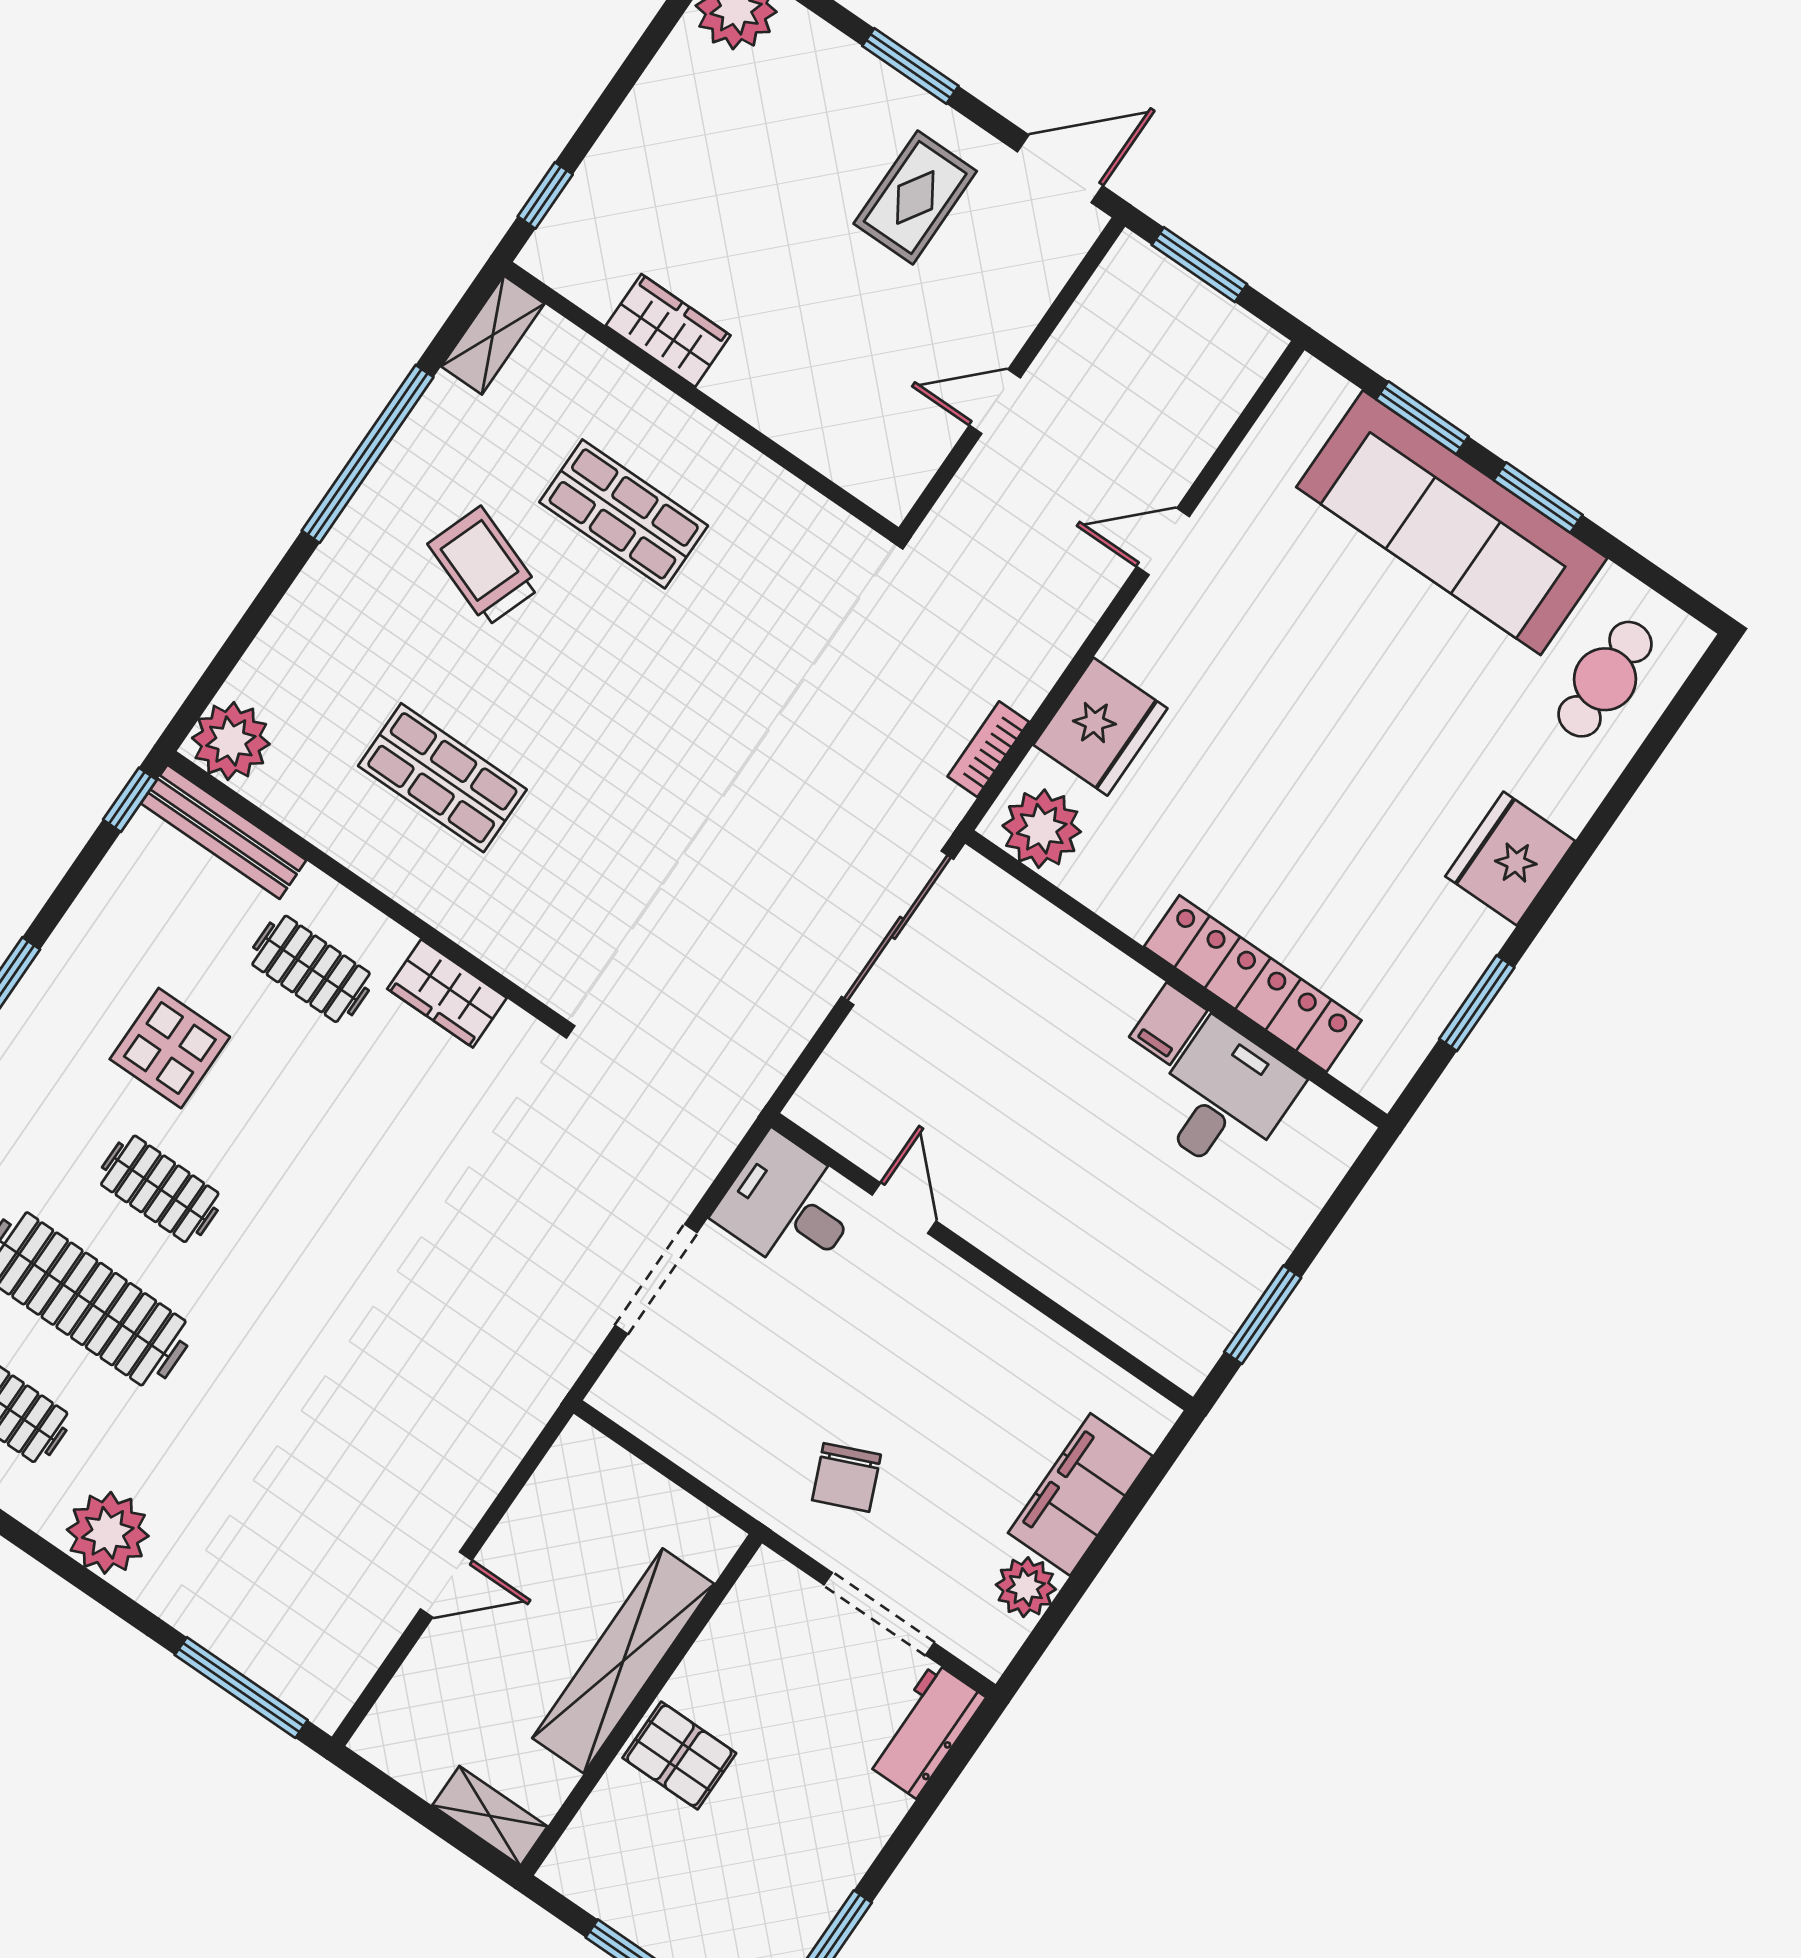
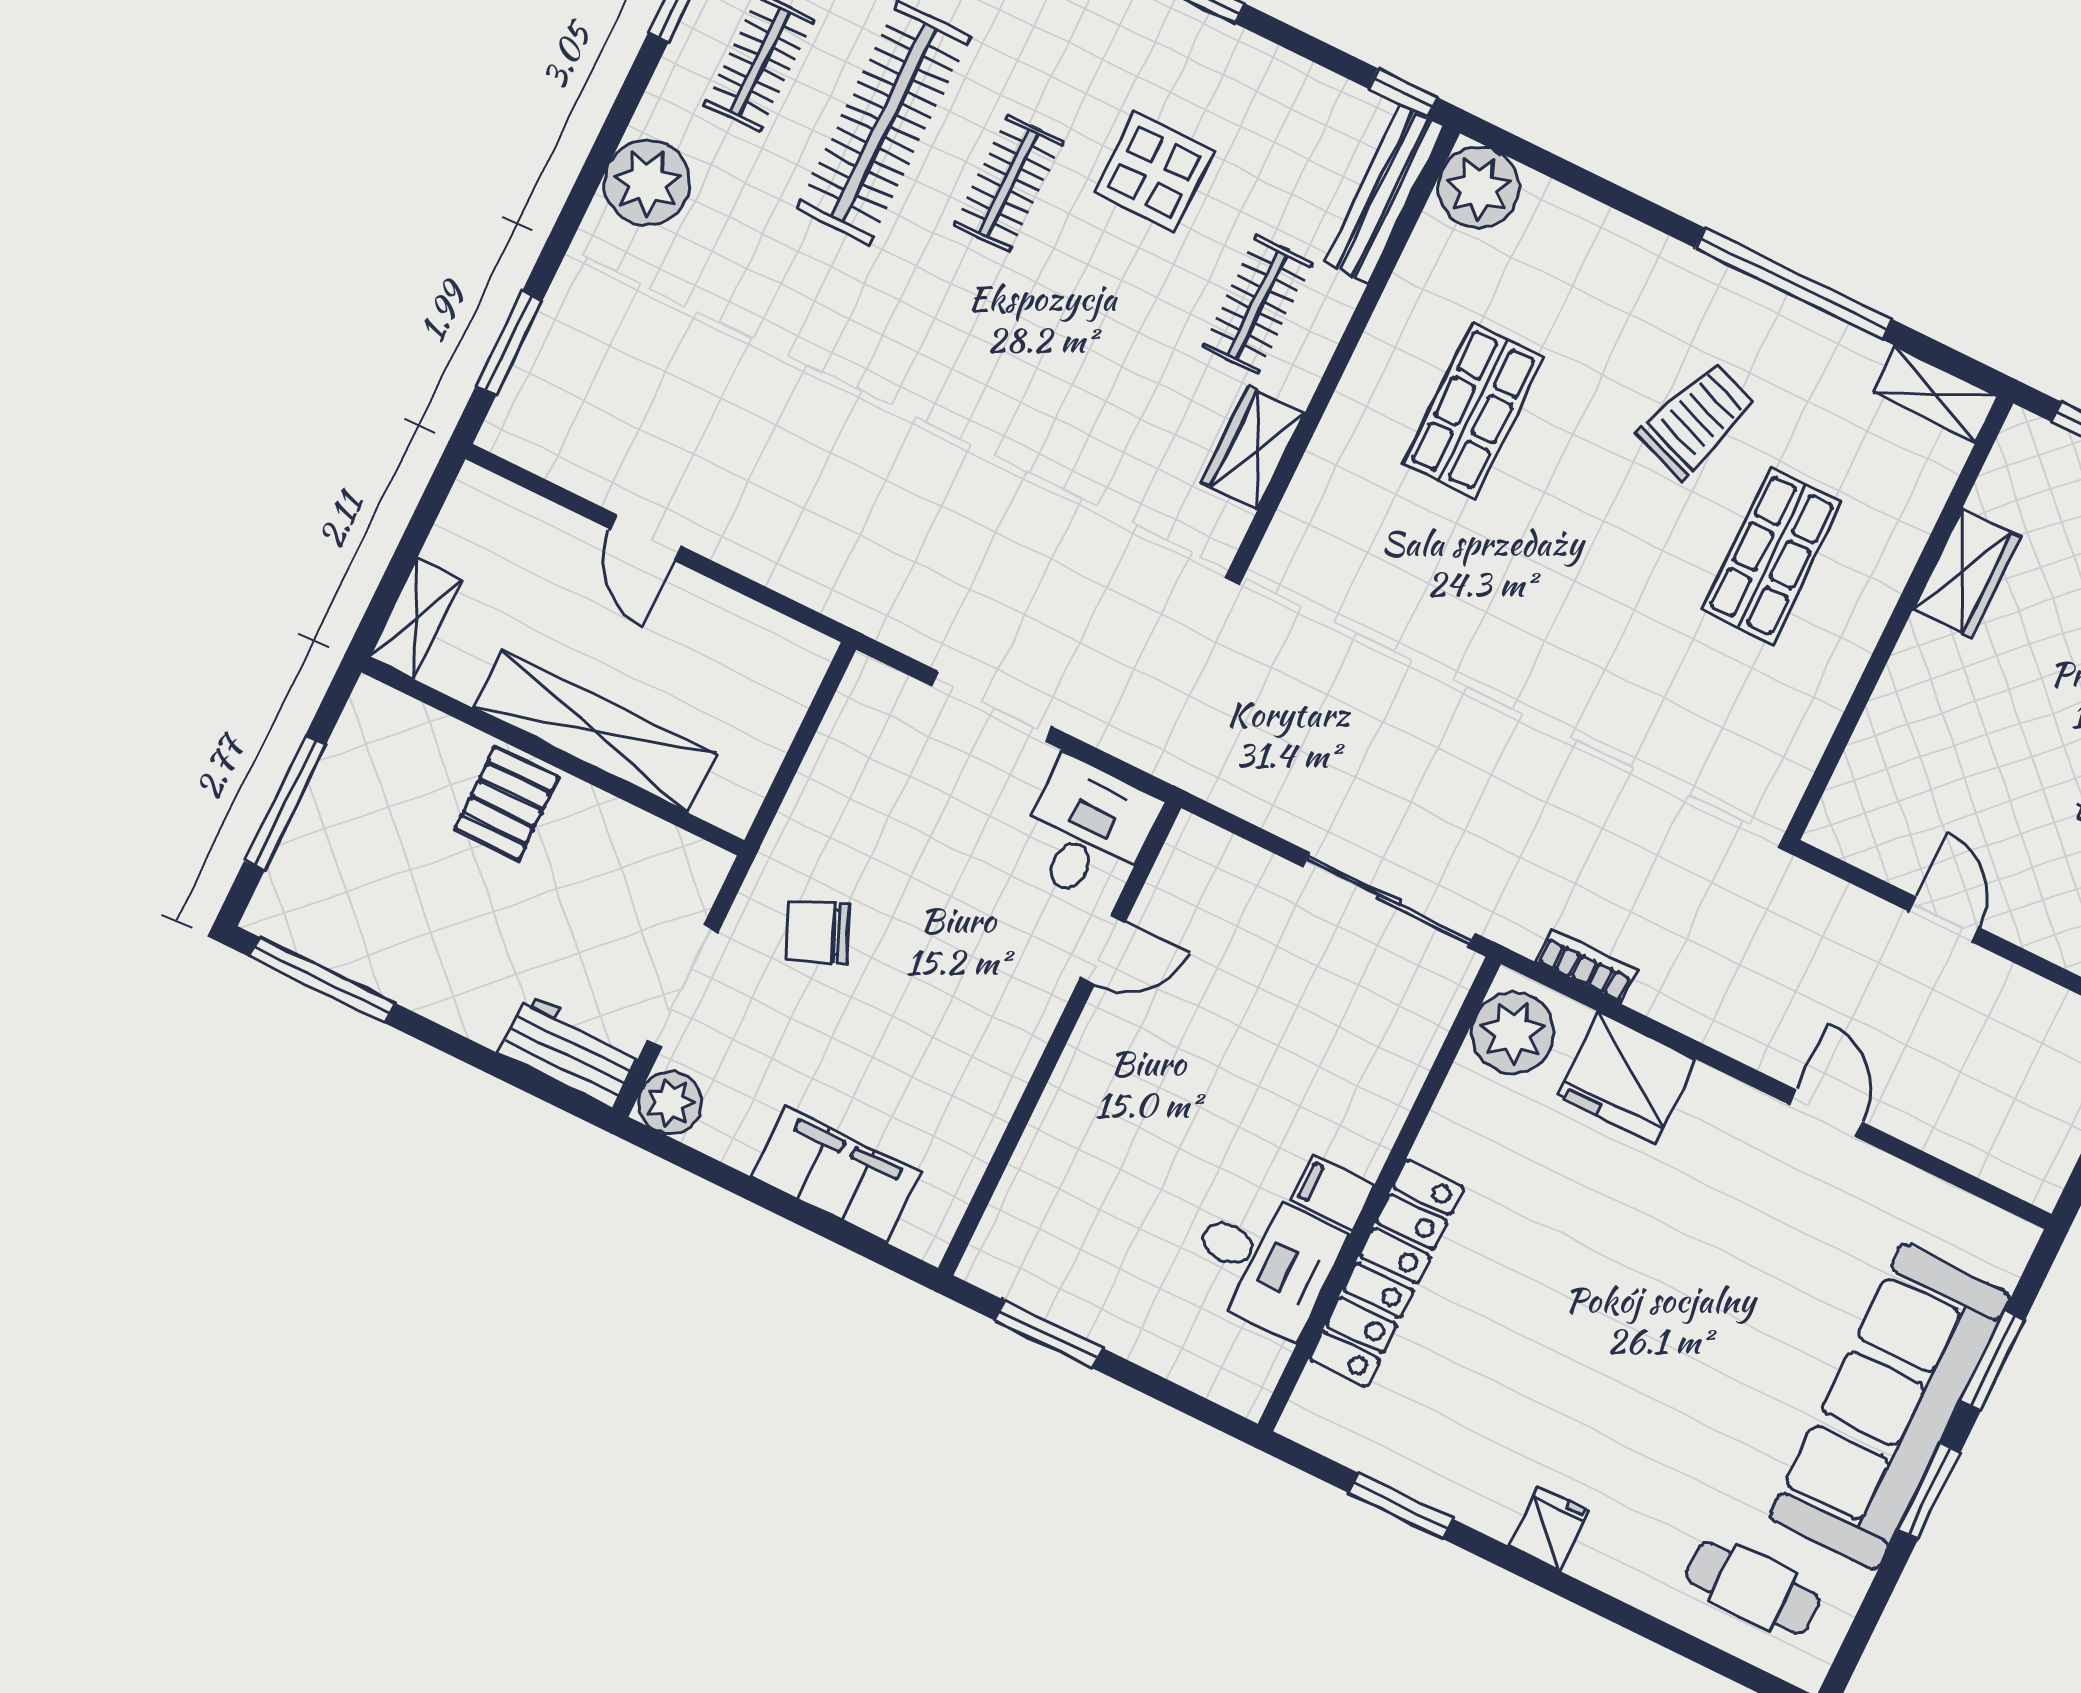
fridge: (1510, 859) -> (1549, 1528), width x0.53, depth x0.75
plant: (1026, 1587) -> (670, 1102), moved
window: (241, 1688) -> (509, 343), width x0.69

